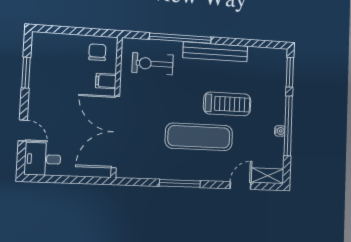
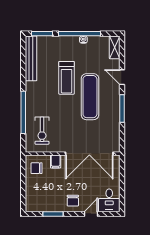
bench: (215, 52) -> (31, 58), moved
chair: (45, 104) -> (73, 201), added
treadmill: (227, 104) -> (67, 78), turned 180
door: (240, 186) -> (122, 77), moved

